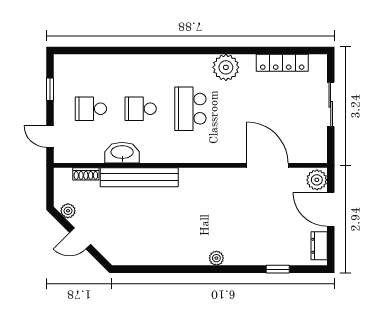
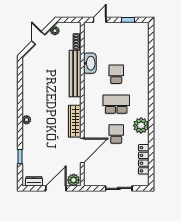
school desk: (91, 109) -> (116, 134), moved
wardrobe: (218, 178) -> (75, 121), added

